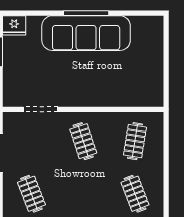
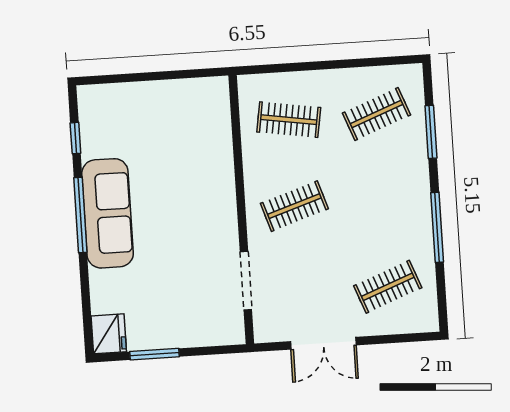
window: (132, 13) -> (75, 138), added
sofa: (86, 33) -> (108, 213), width x0.74, depth x0.79

